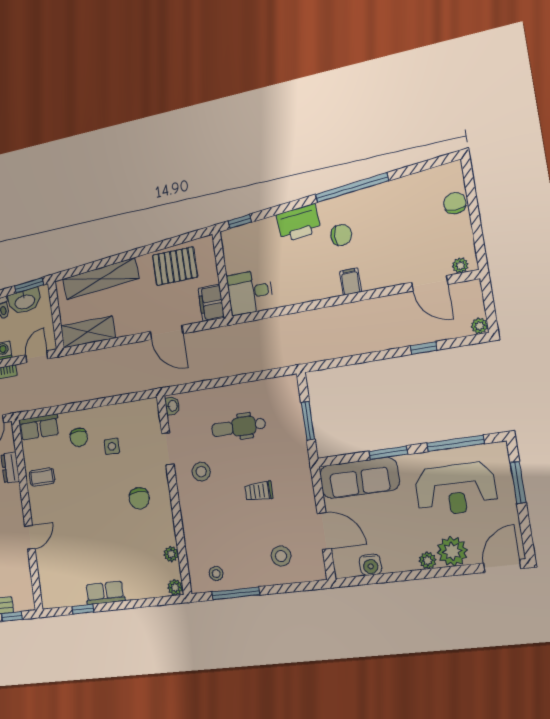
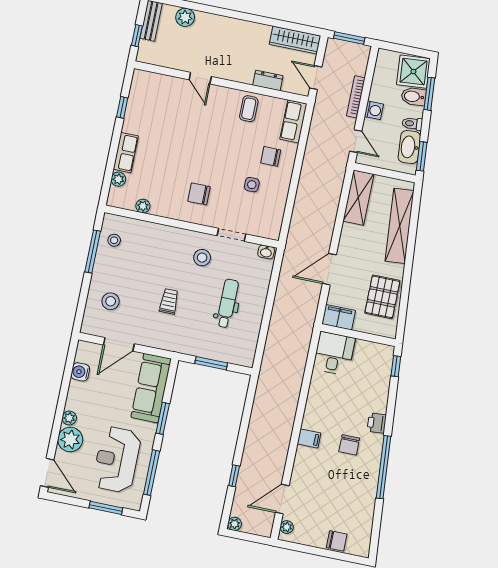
printer: (299, 223) -> (377, 423), width x0.53, depth x0.68
plant: (175, 587) -> (118, 179), moved
row of seats: (105, 593) -> (126, 153), moved

